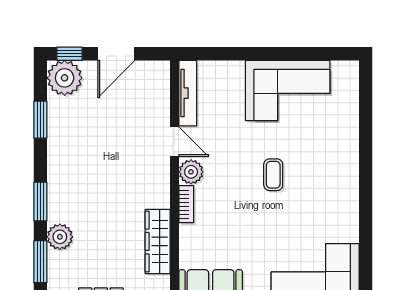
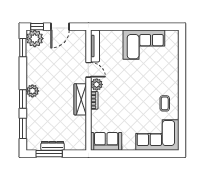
window: (40, 120) -> (23, 48), moved
coffee table: (273, 175) -> (165, 103), moved
plant: (60, 237) -> (32, 91), moved
wardrobe: (158, 241) -> (80, 99), moved

